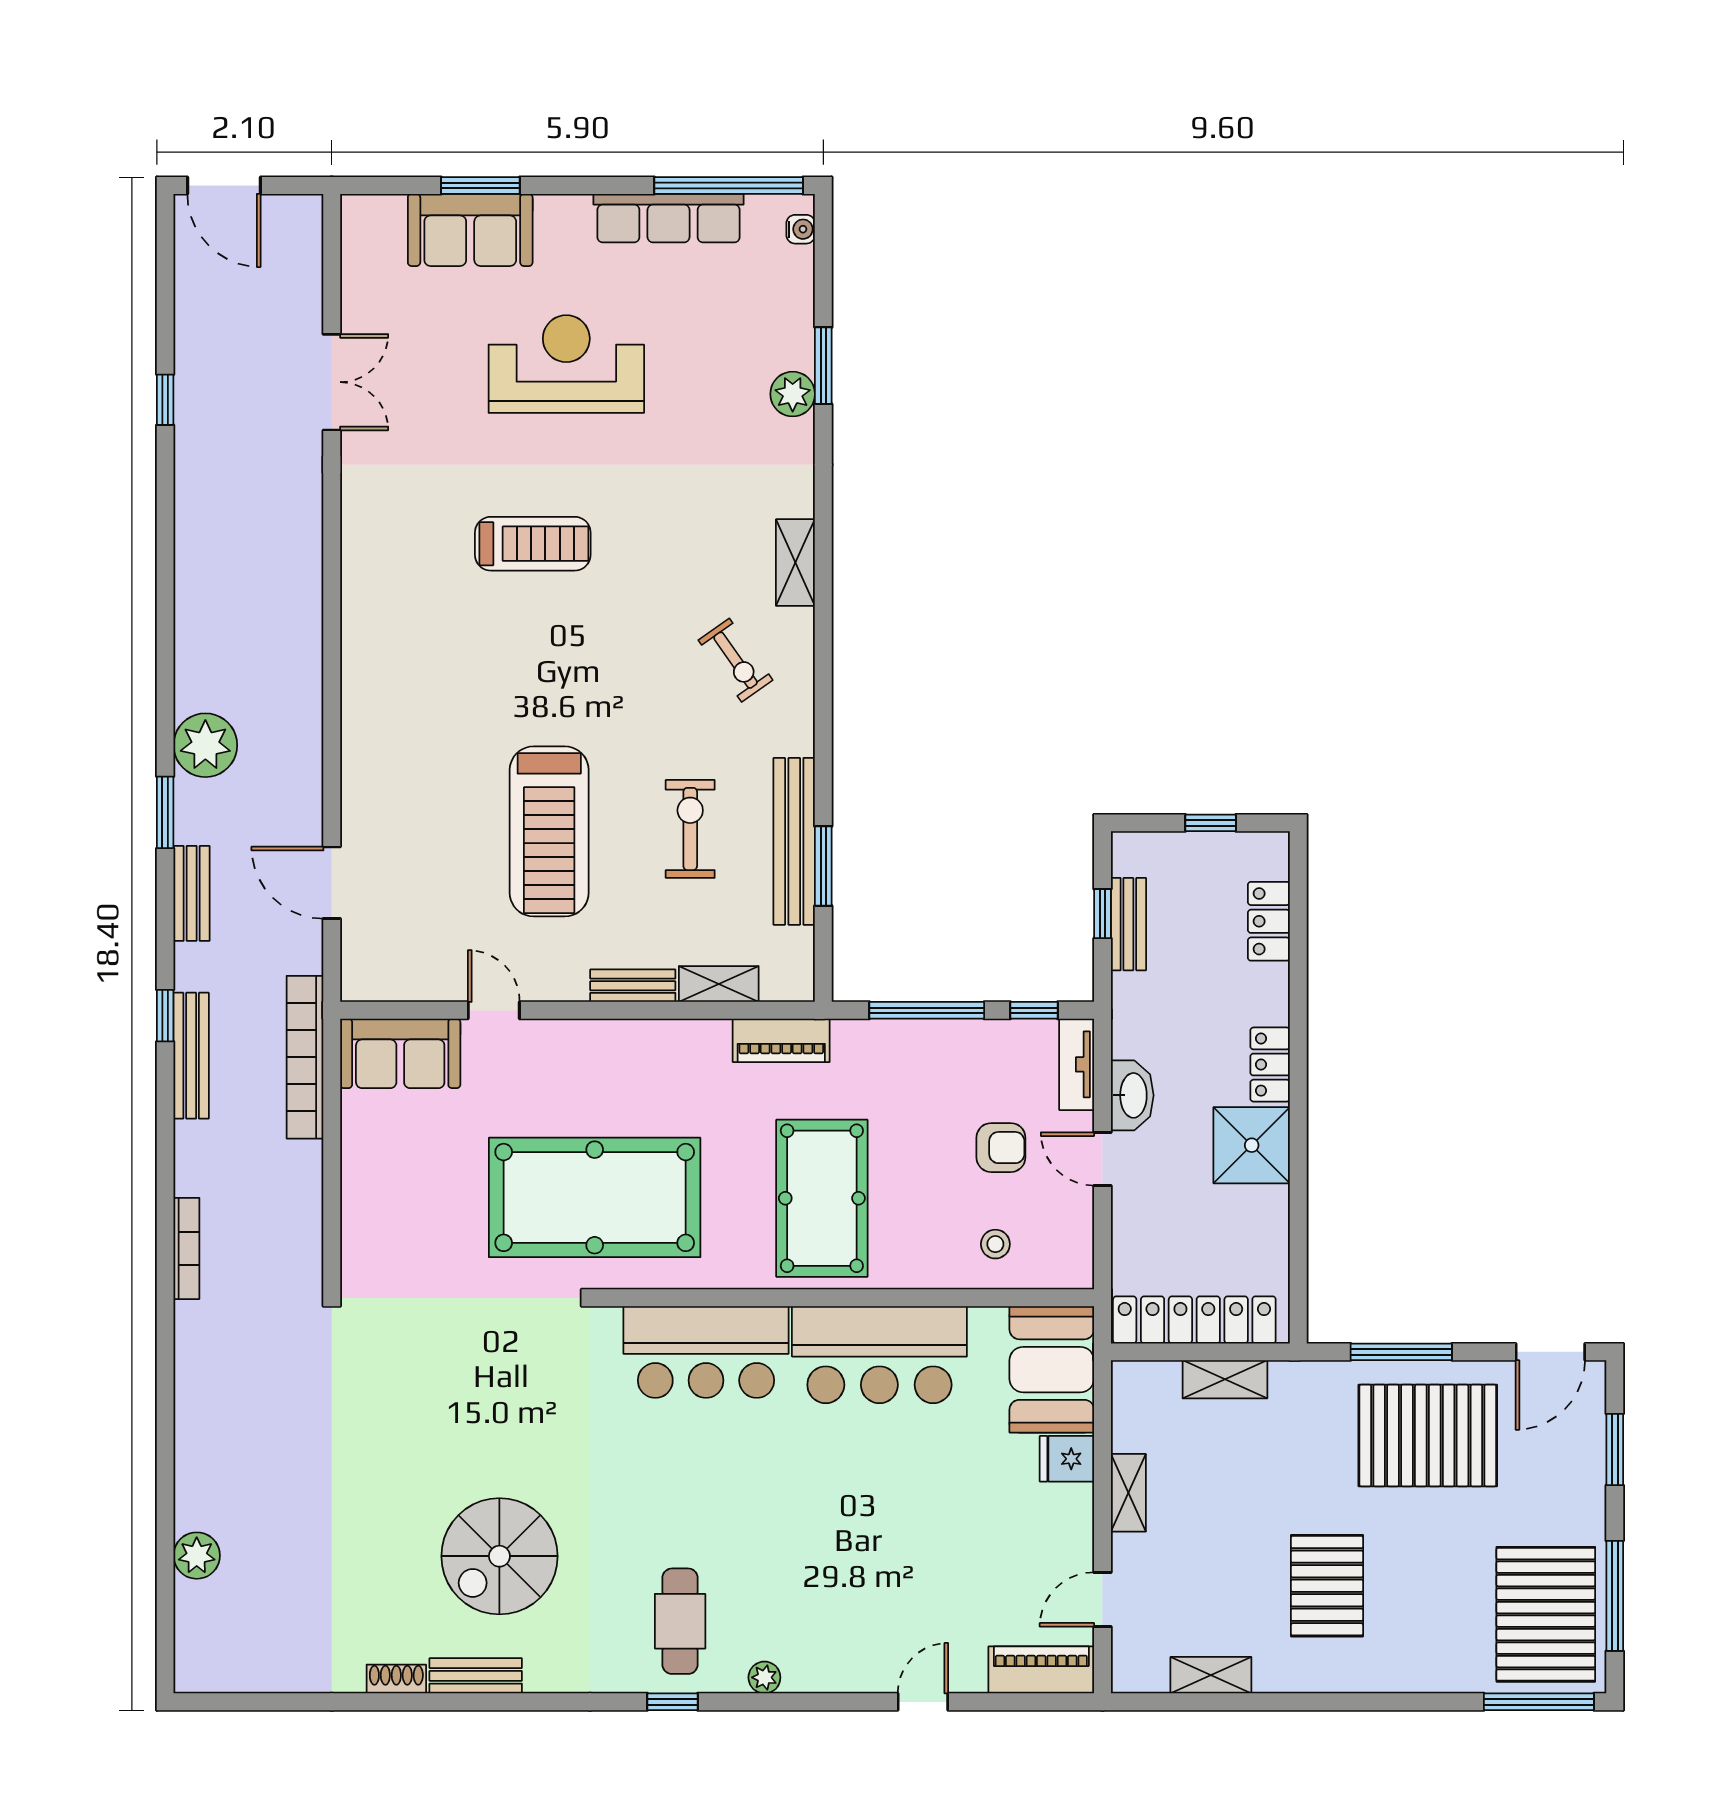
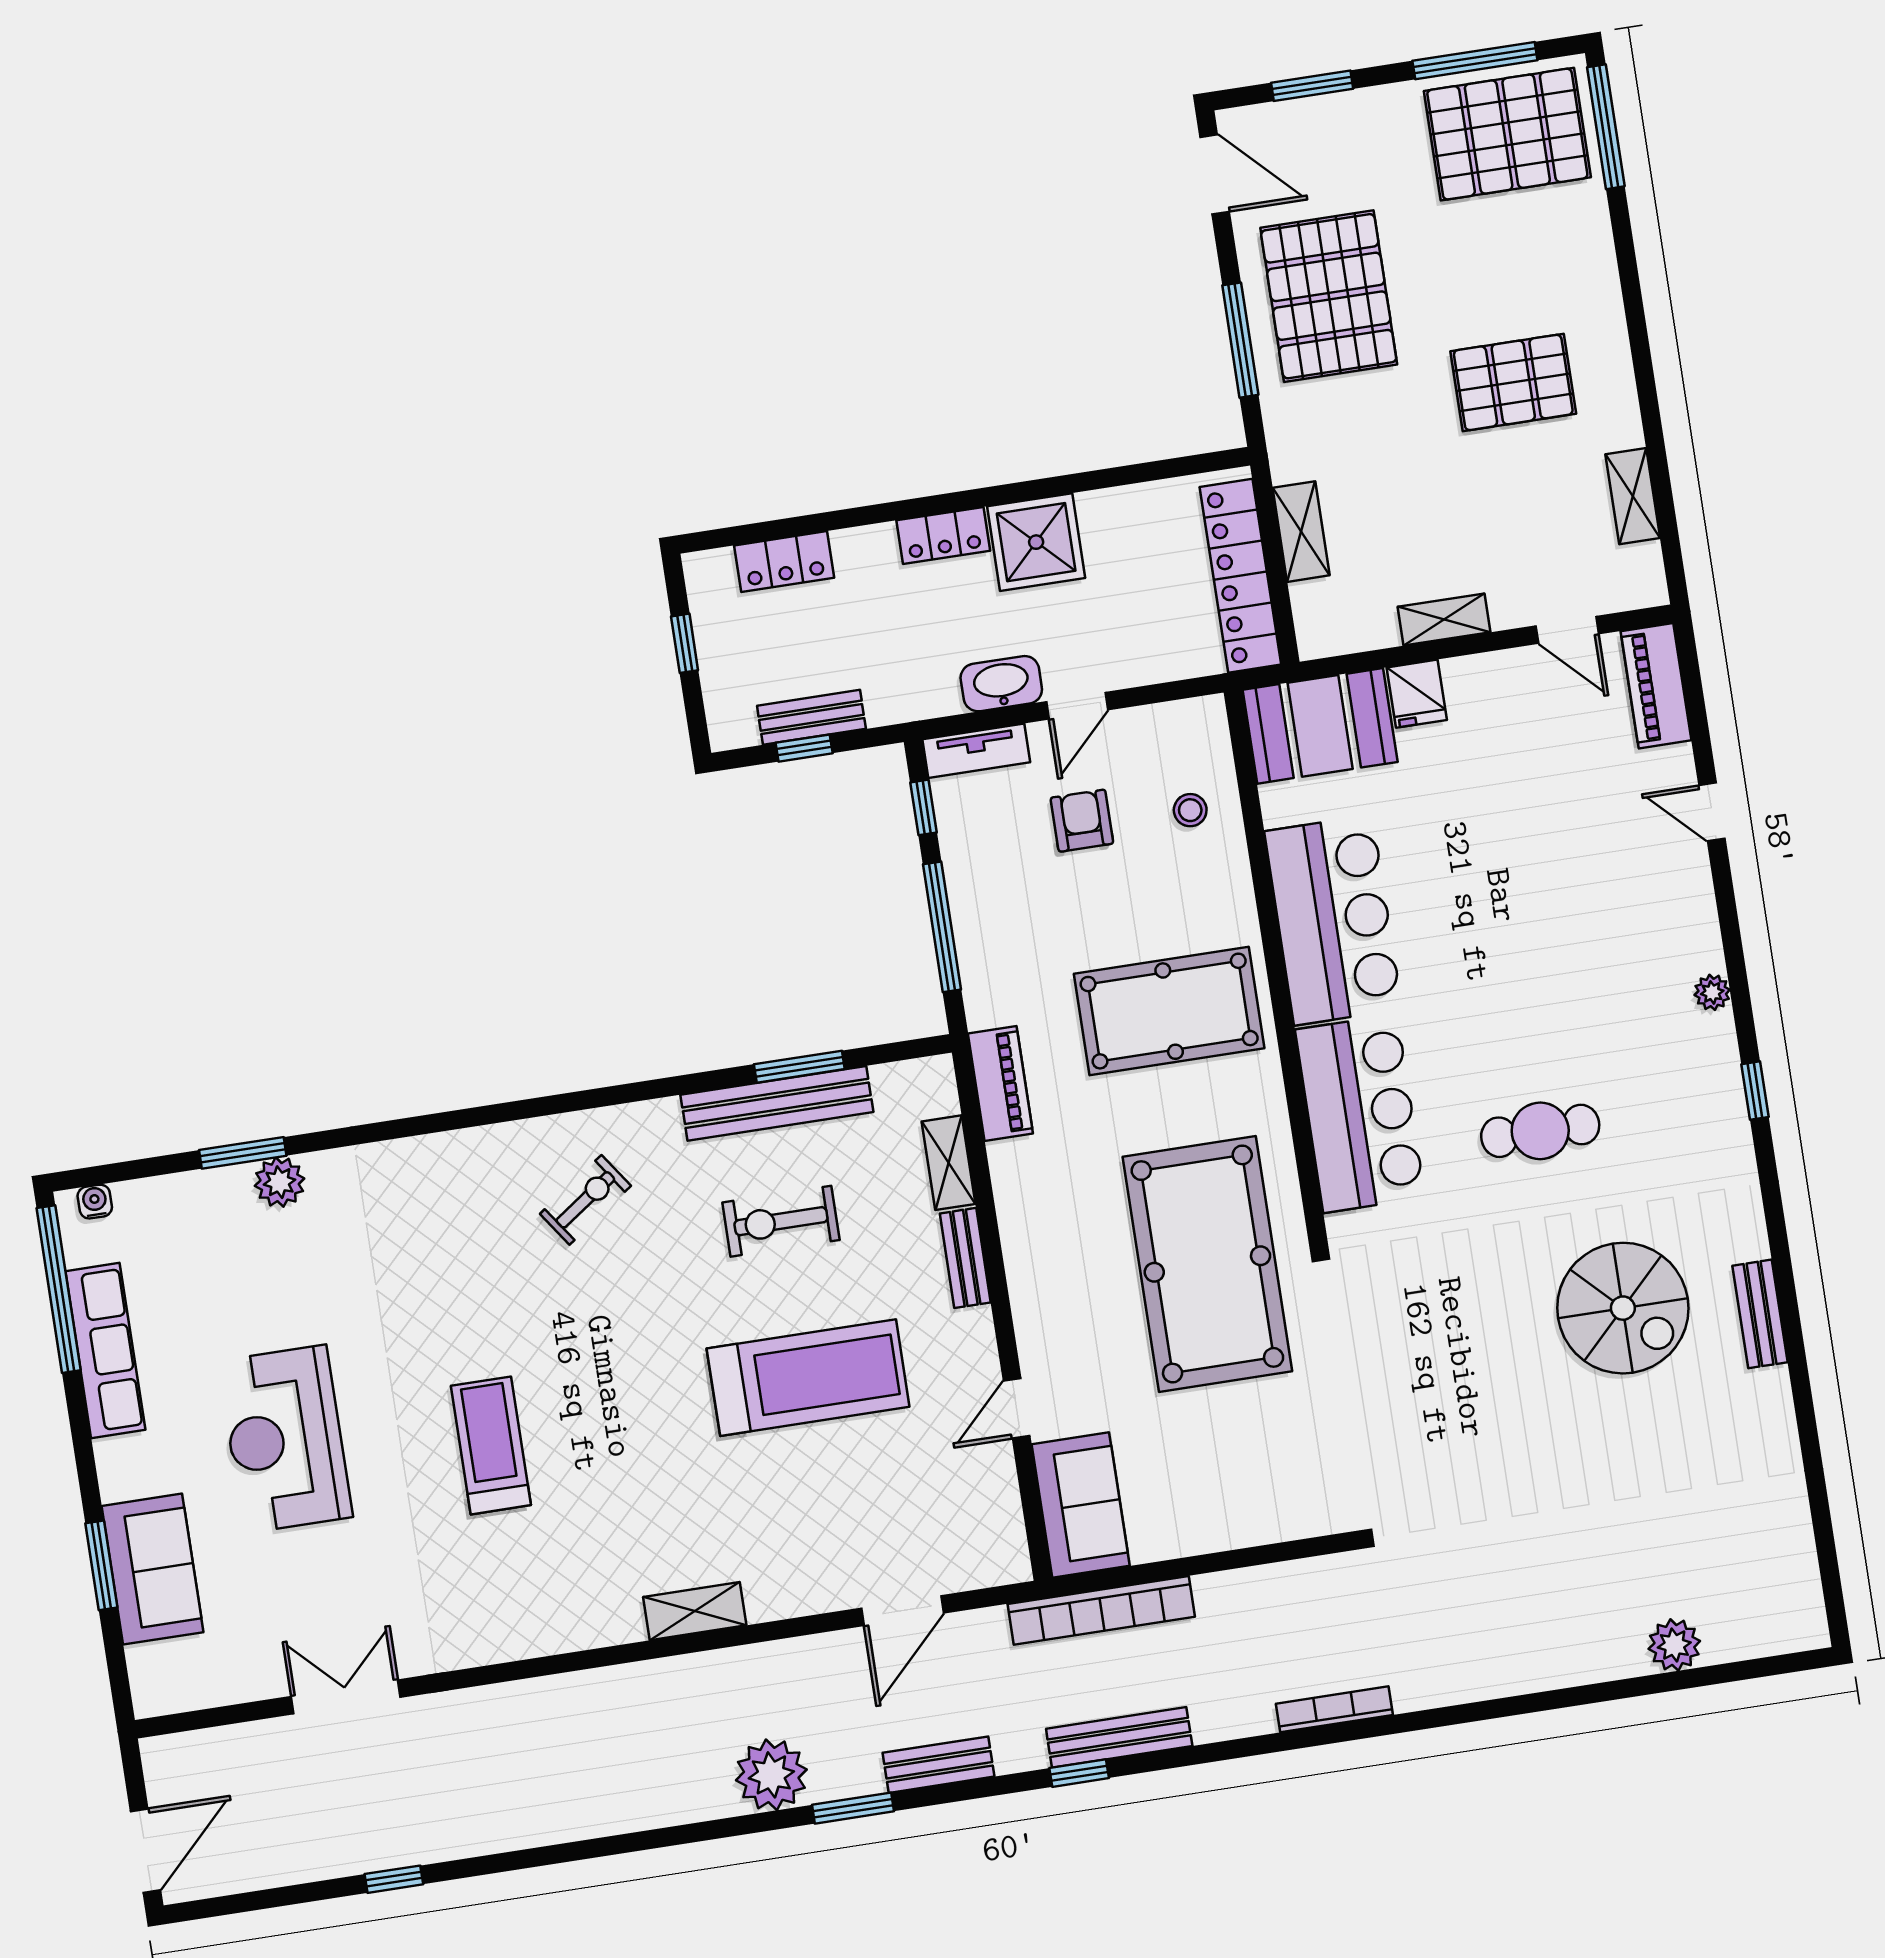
shelving: (795, 563) -> (695, 1611), moved
cafe table: (680, 1621) -> (1540, 1131), moved
shoe rack: (396, 1679) -> (1777, 1402), removed

